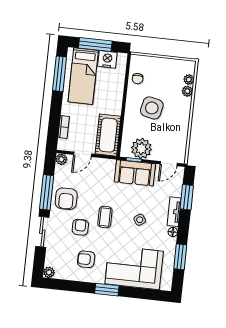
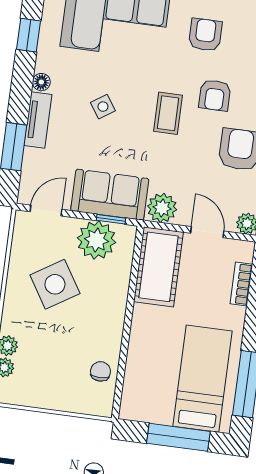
nightstand: (107, 59) -> (156, 409), removed
side table: (152, 108) -> (55, 284), moved, turned 45
door: (83, 154) -> (207, 232), hinge flipped
plant: (107, 166) -> (162, 208), added
window: (180, 257) -> (28, 35), width x0.67
armchair: (86, 259) -> (205, 35), turned -90

